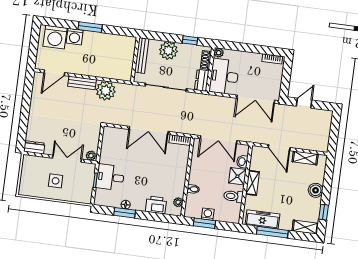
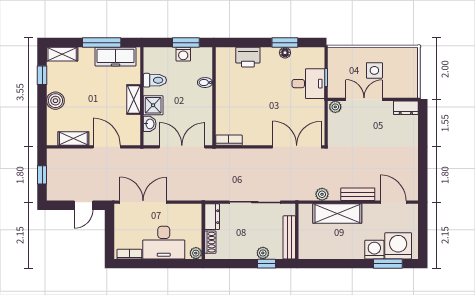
window: (90, 27) -> (388, 264), moved
window: (190, 40) -> (266, 264), moved
plant: (168, 51) -> (263, 253), width x0.53, depth x0.53
shelving: (101, 70) -> (337, 213), added
door: (54, 73) -> (393, 202), hinge flipped
desk: (224, 76) -> (164, 243), moved, turned 90
plant: (106, 91) -> (322, 194), width x0.53, depth x0.53
double door: (149, 130) -> (297, 147), moved
window: (334, 132) -> (42, 175), added
double door: (67, 159) -> (364, 99), swing flipped
plant: (178, 202) -> (221, 64), removed

